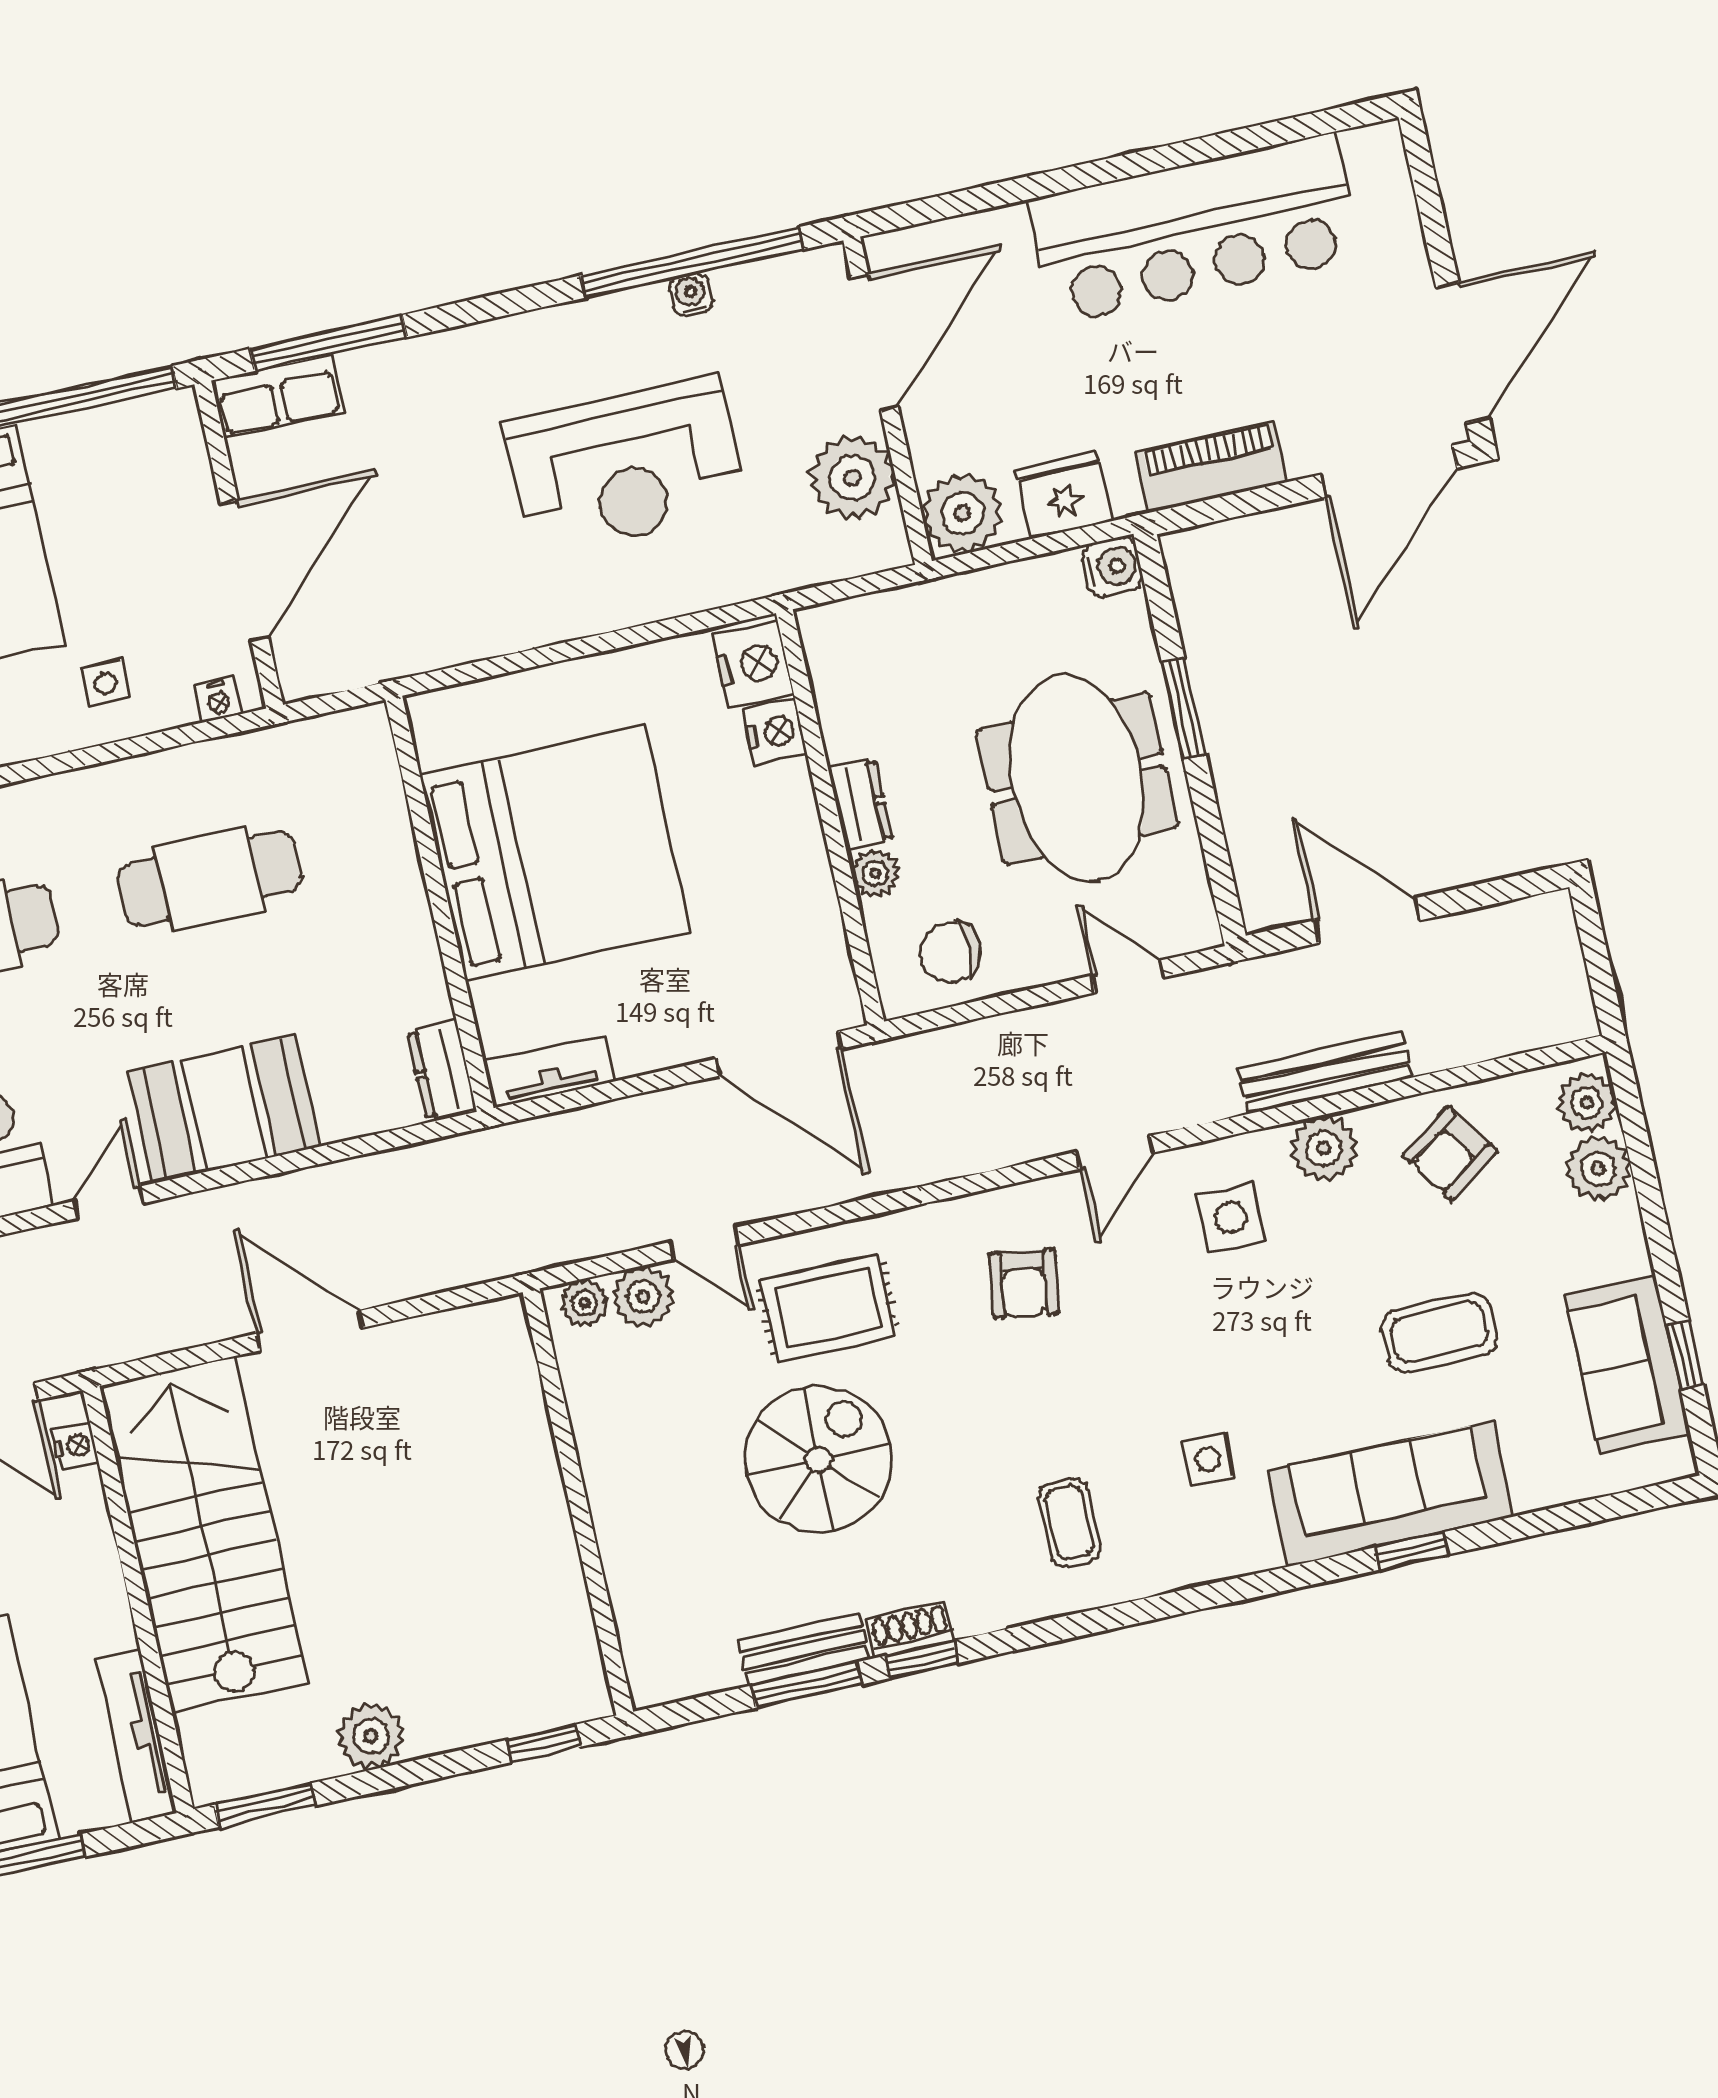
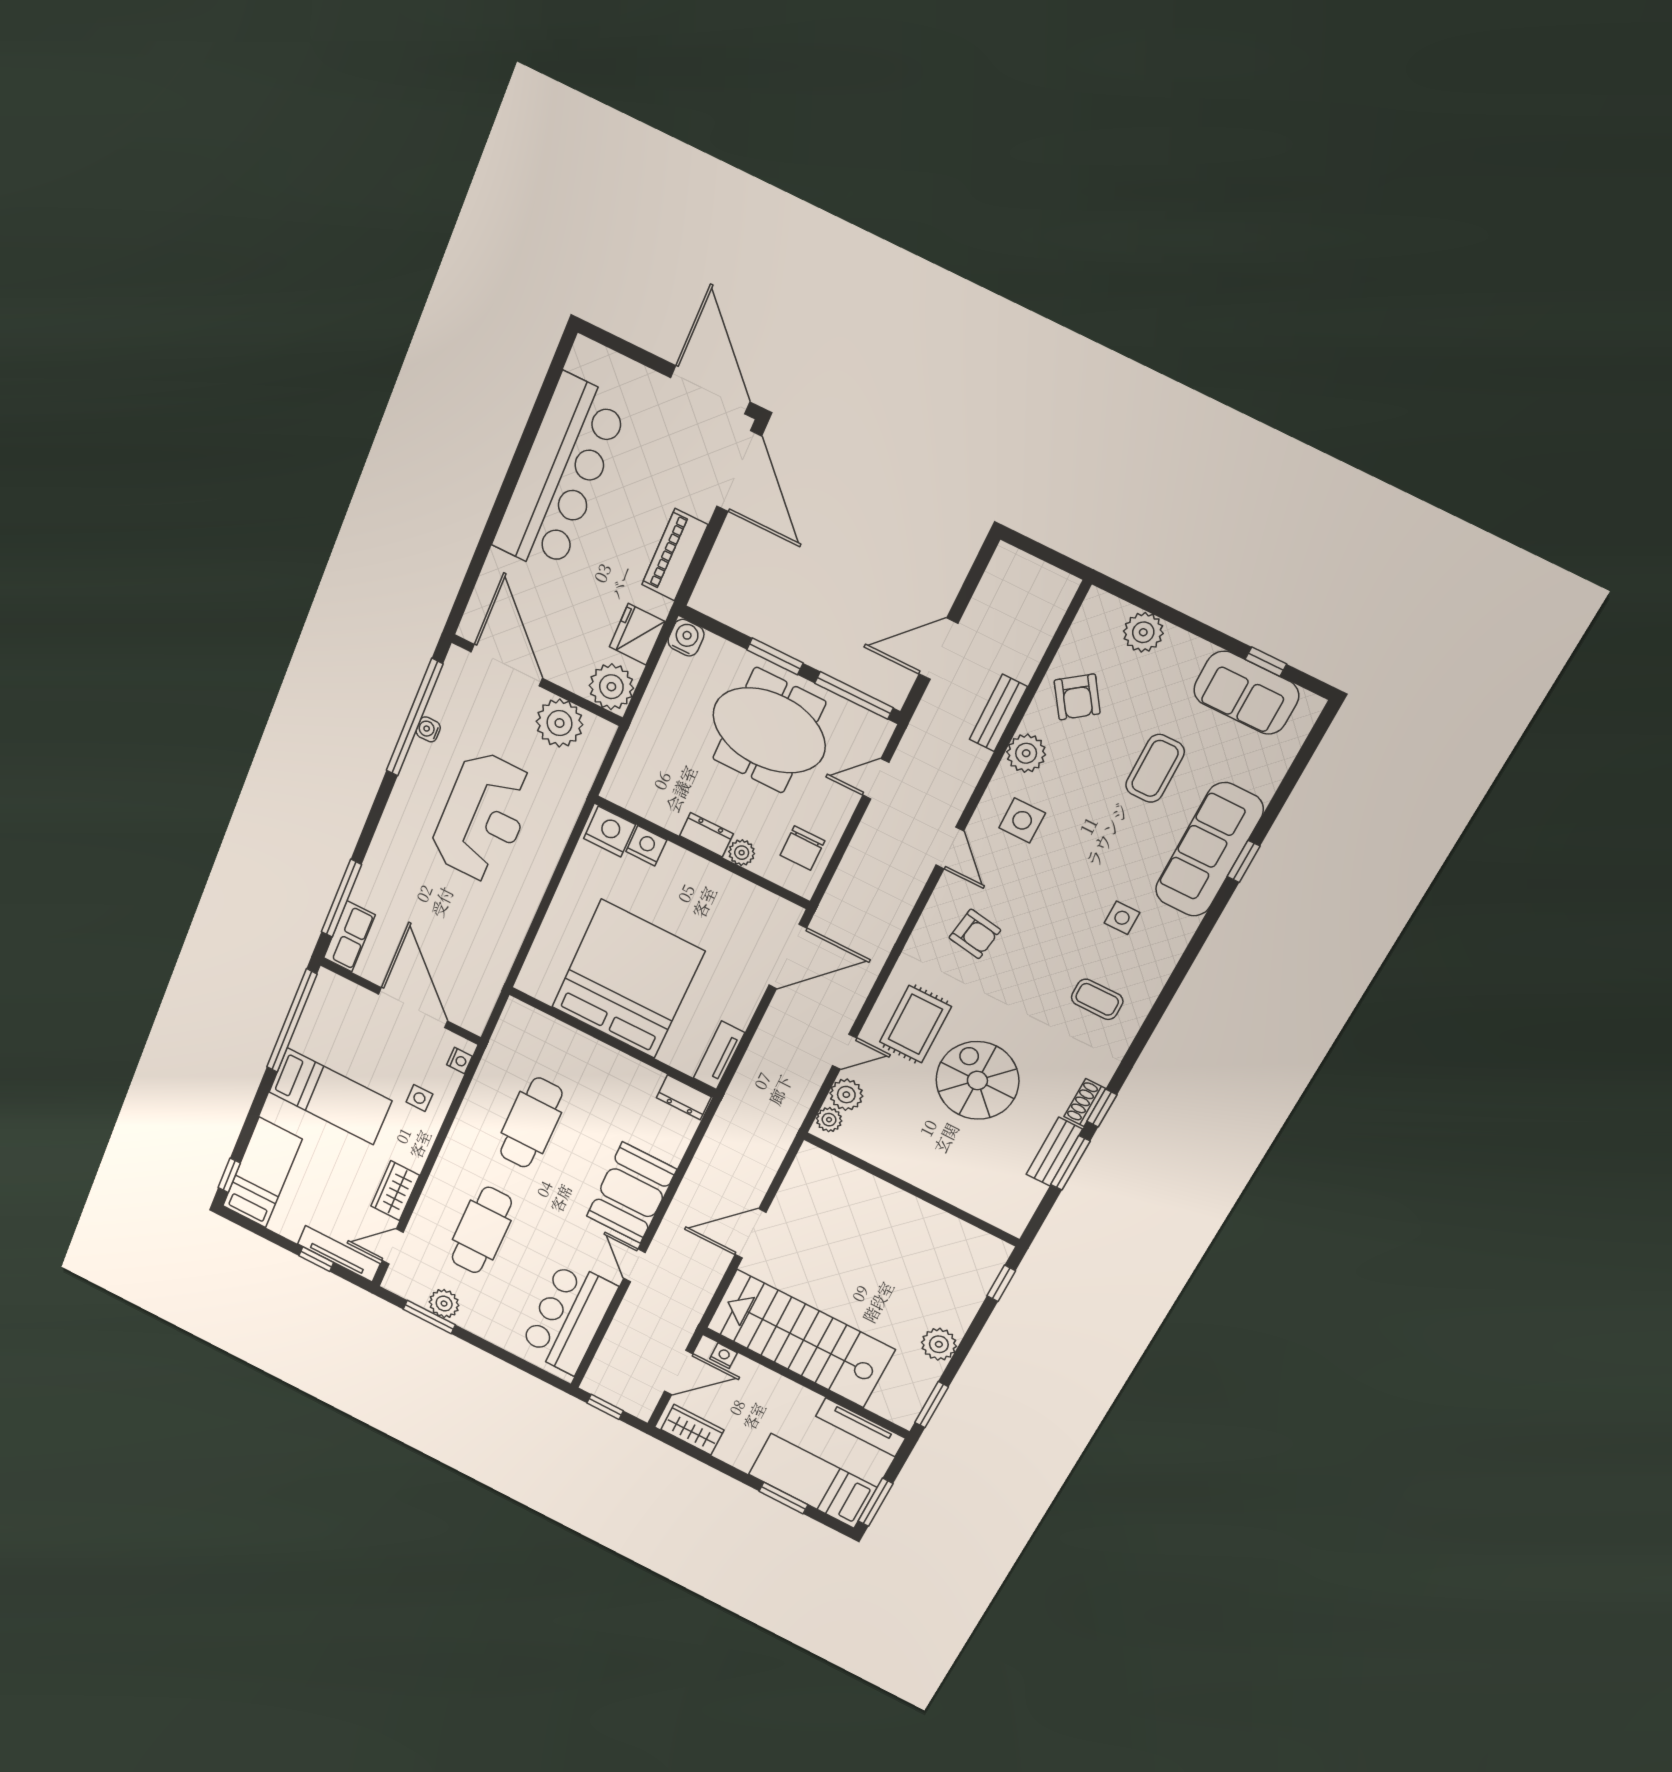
window: (1217, 857) -> (854, 695), added
bench: (1325, 1073) -> (998, 713), width x0.73
plant: (1587, 1103) -> (1108, 613), removed

